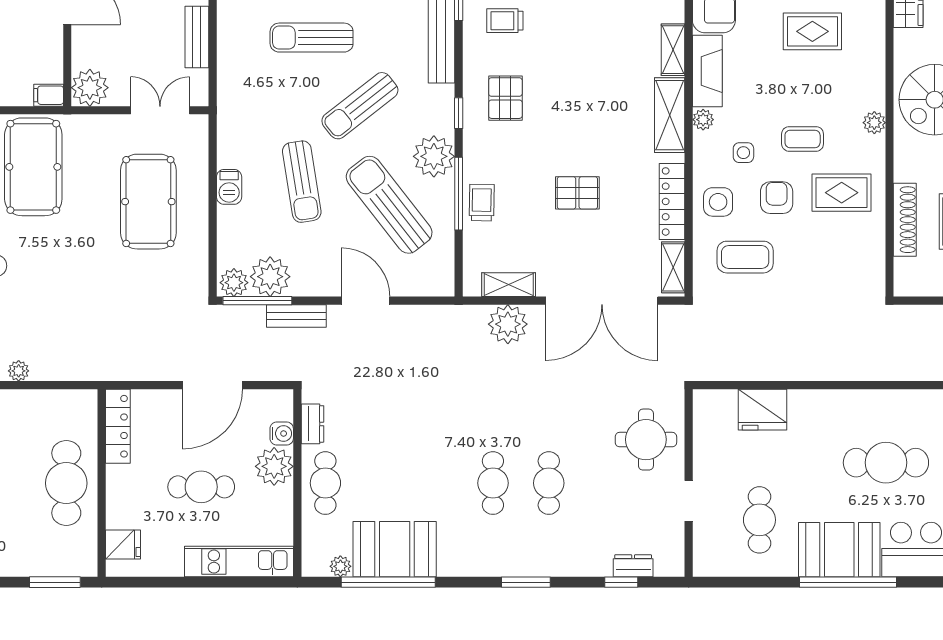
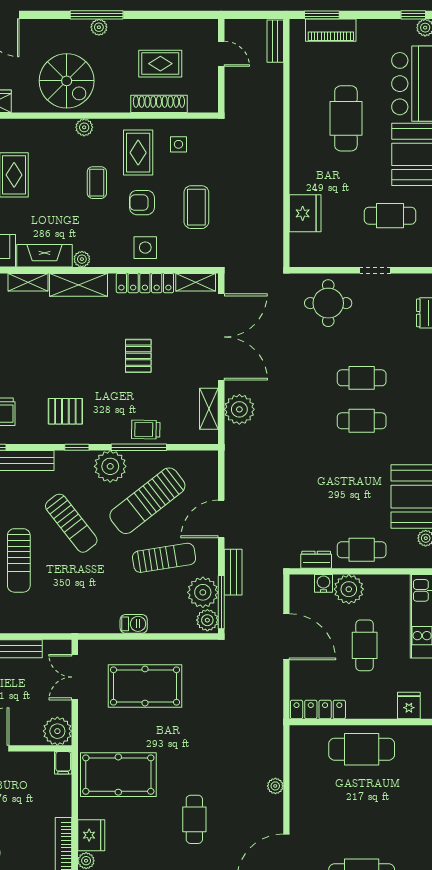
side table: (743, 153) -> (178, 144), moved
sun lounger: (302, 182) -> (164, 558), moved
coffee table: (745, 257) -> (196, 207), moved

